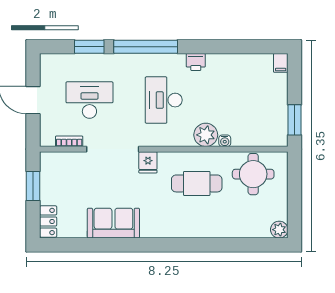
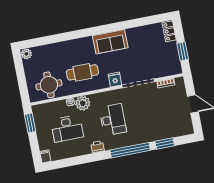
desk: (89, 100) -> (67, 129), moved
sofa: (113, 223) -> (110, 42), moved

